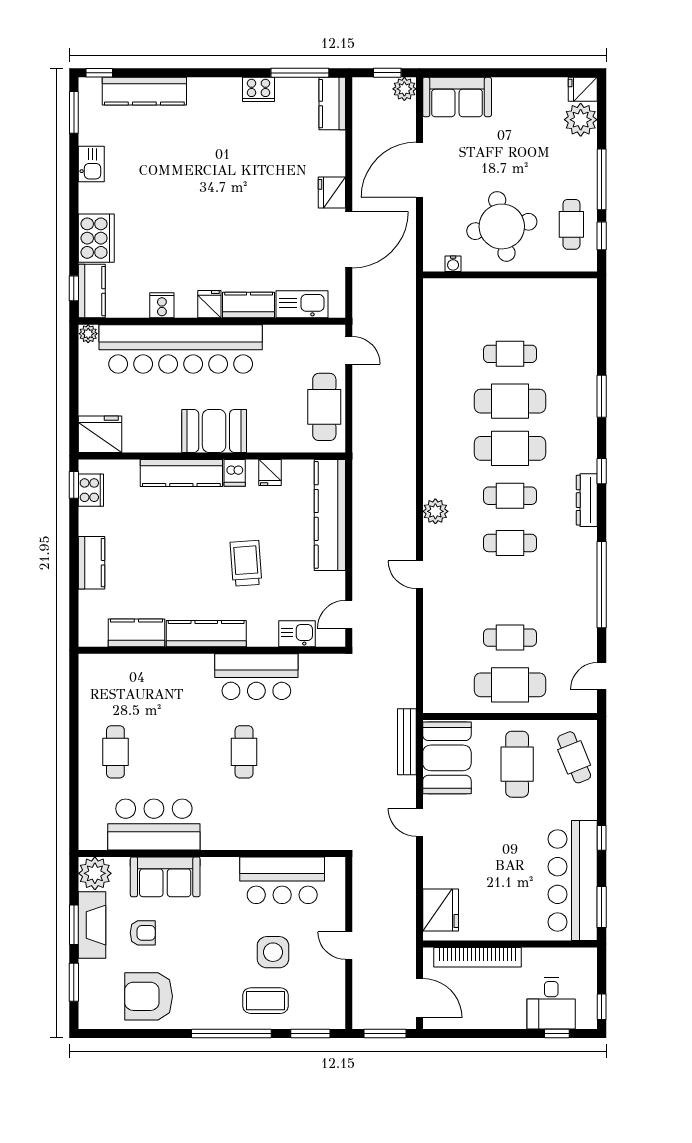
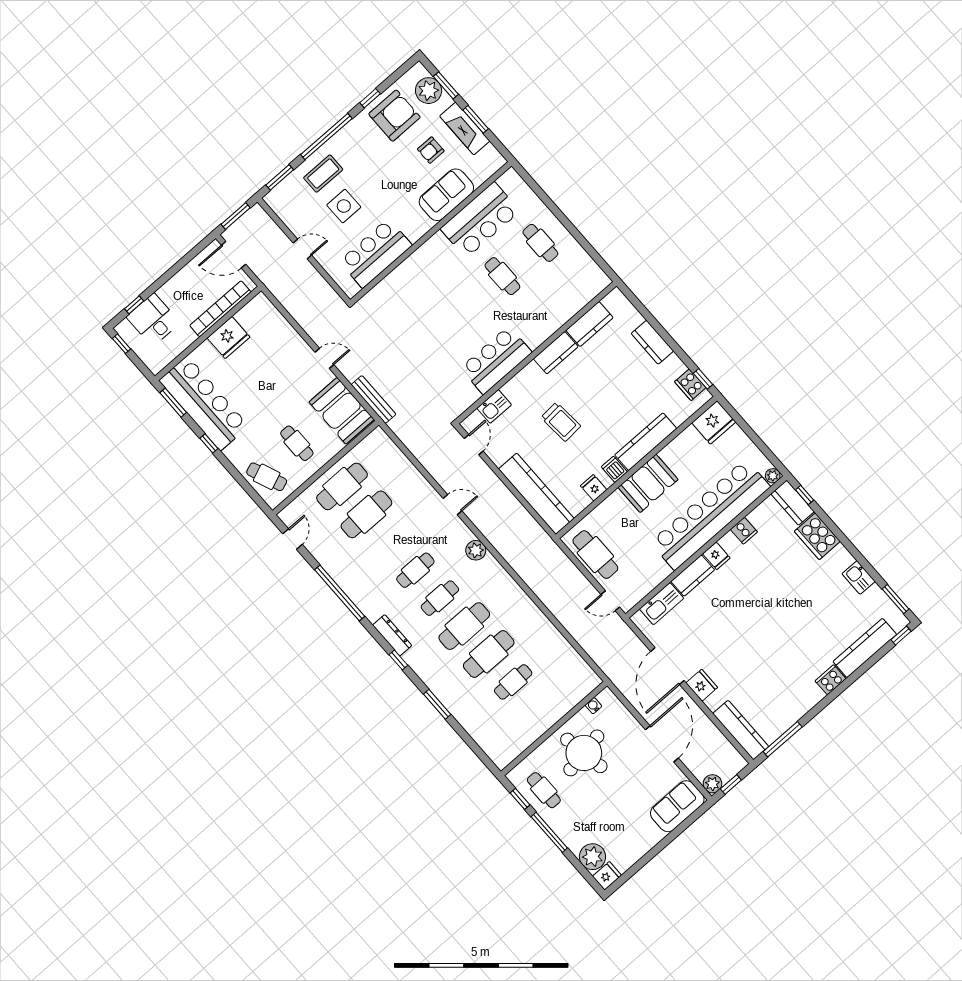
cooker: (258, 89) -> (831, 680), moved
kitchen counter: (332, 104) -> (741, 730), width x1.50
kitchen counter: (206, 634) -> (556, 353), width x0.67
cafe table: (510, 638) -> (366, 514), width x1.37, depth x1.35
cafe table: (244, 752) -> (502, 276), moved
cafe table: (517, 764) -> (297, 443), width x0.73, depth x0.74
plant: (95, 873) -> (429, 91), moved
fridge: (441, 910) -> (228, 338), moved, turned -90
window: (157, 1033) -> (370, 98), added

